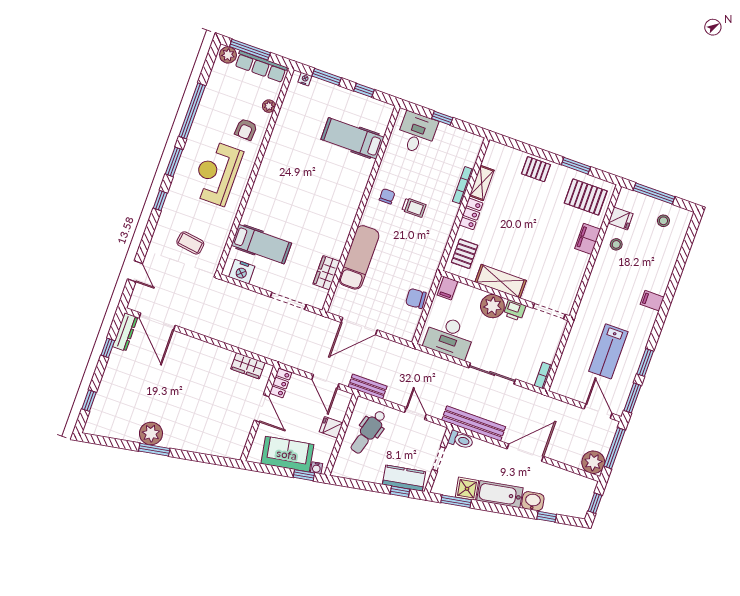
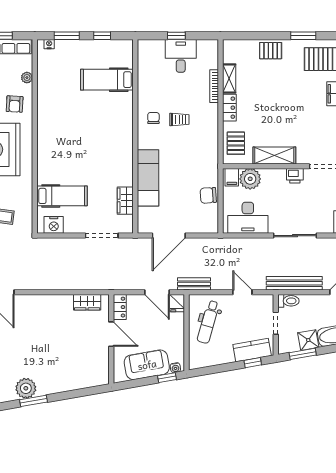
desk: (417, 133) -> (181, 56), moved
plant: (492, 306) -> (250, 179), moved
fridge: (331, 427) -> (177, 303), moved, turned -90

